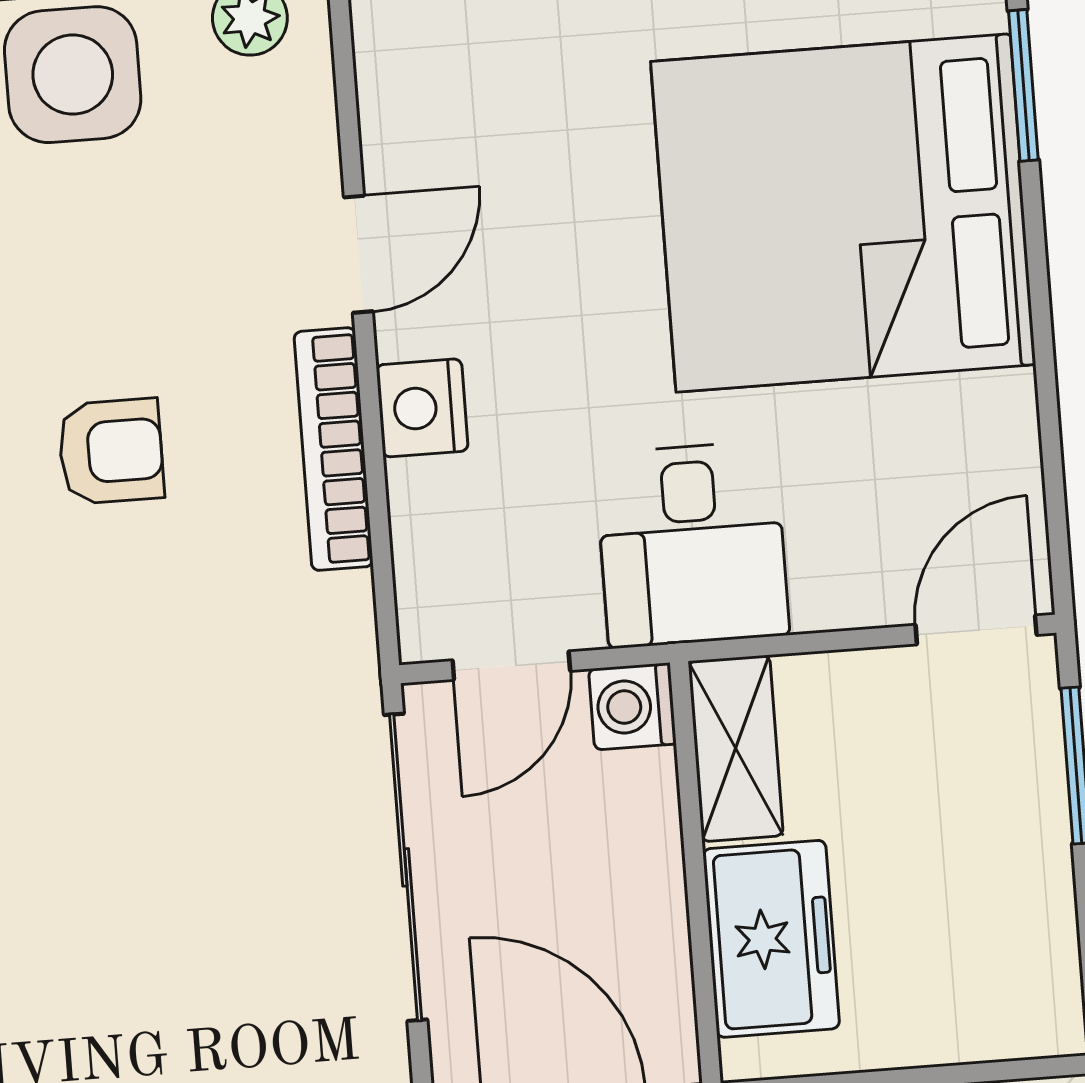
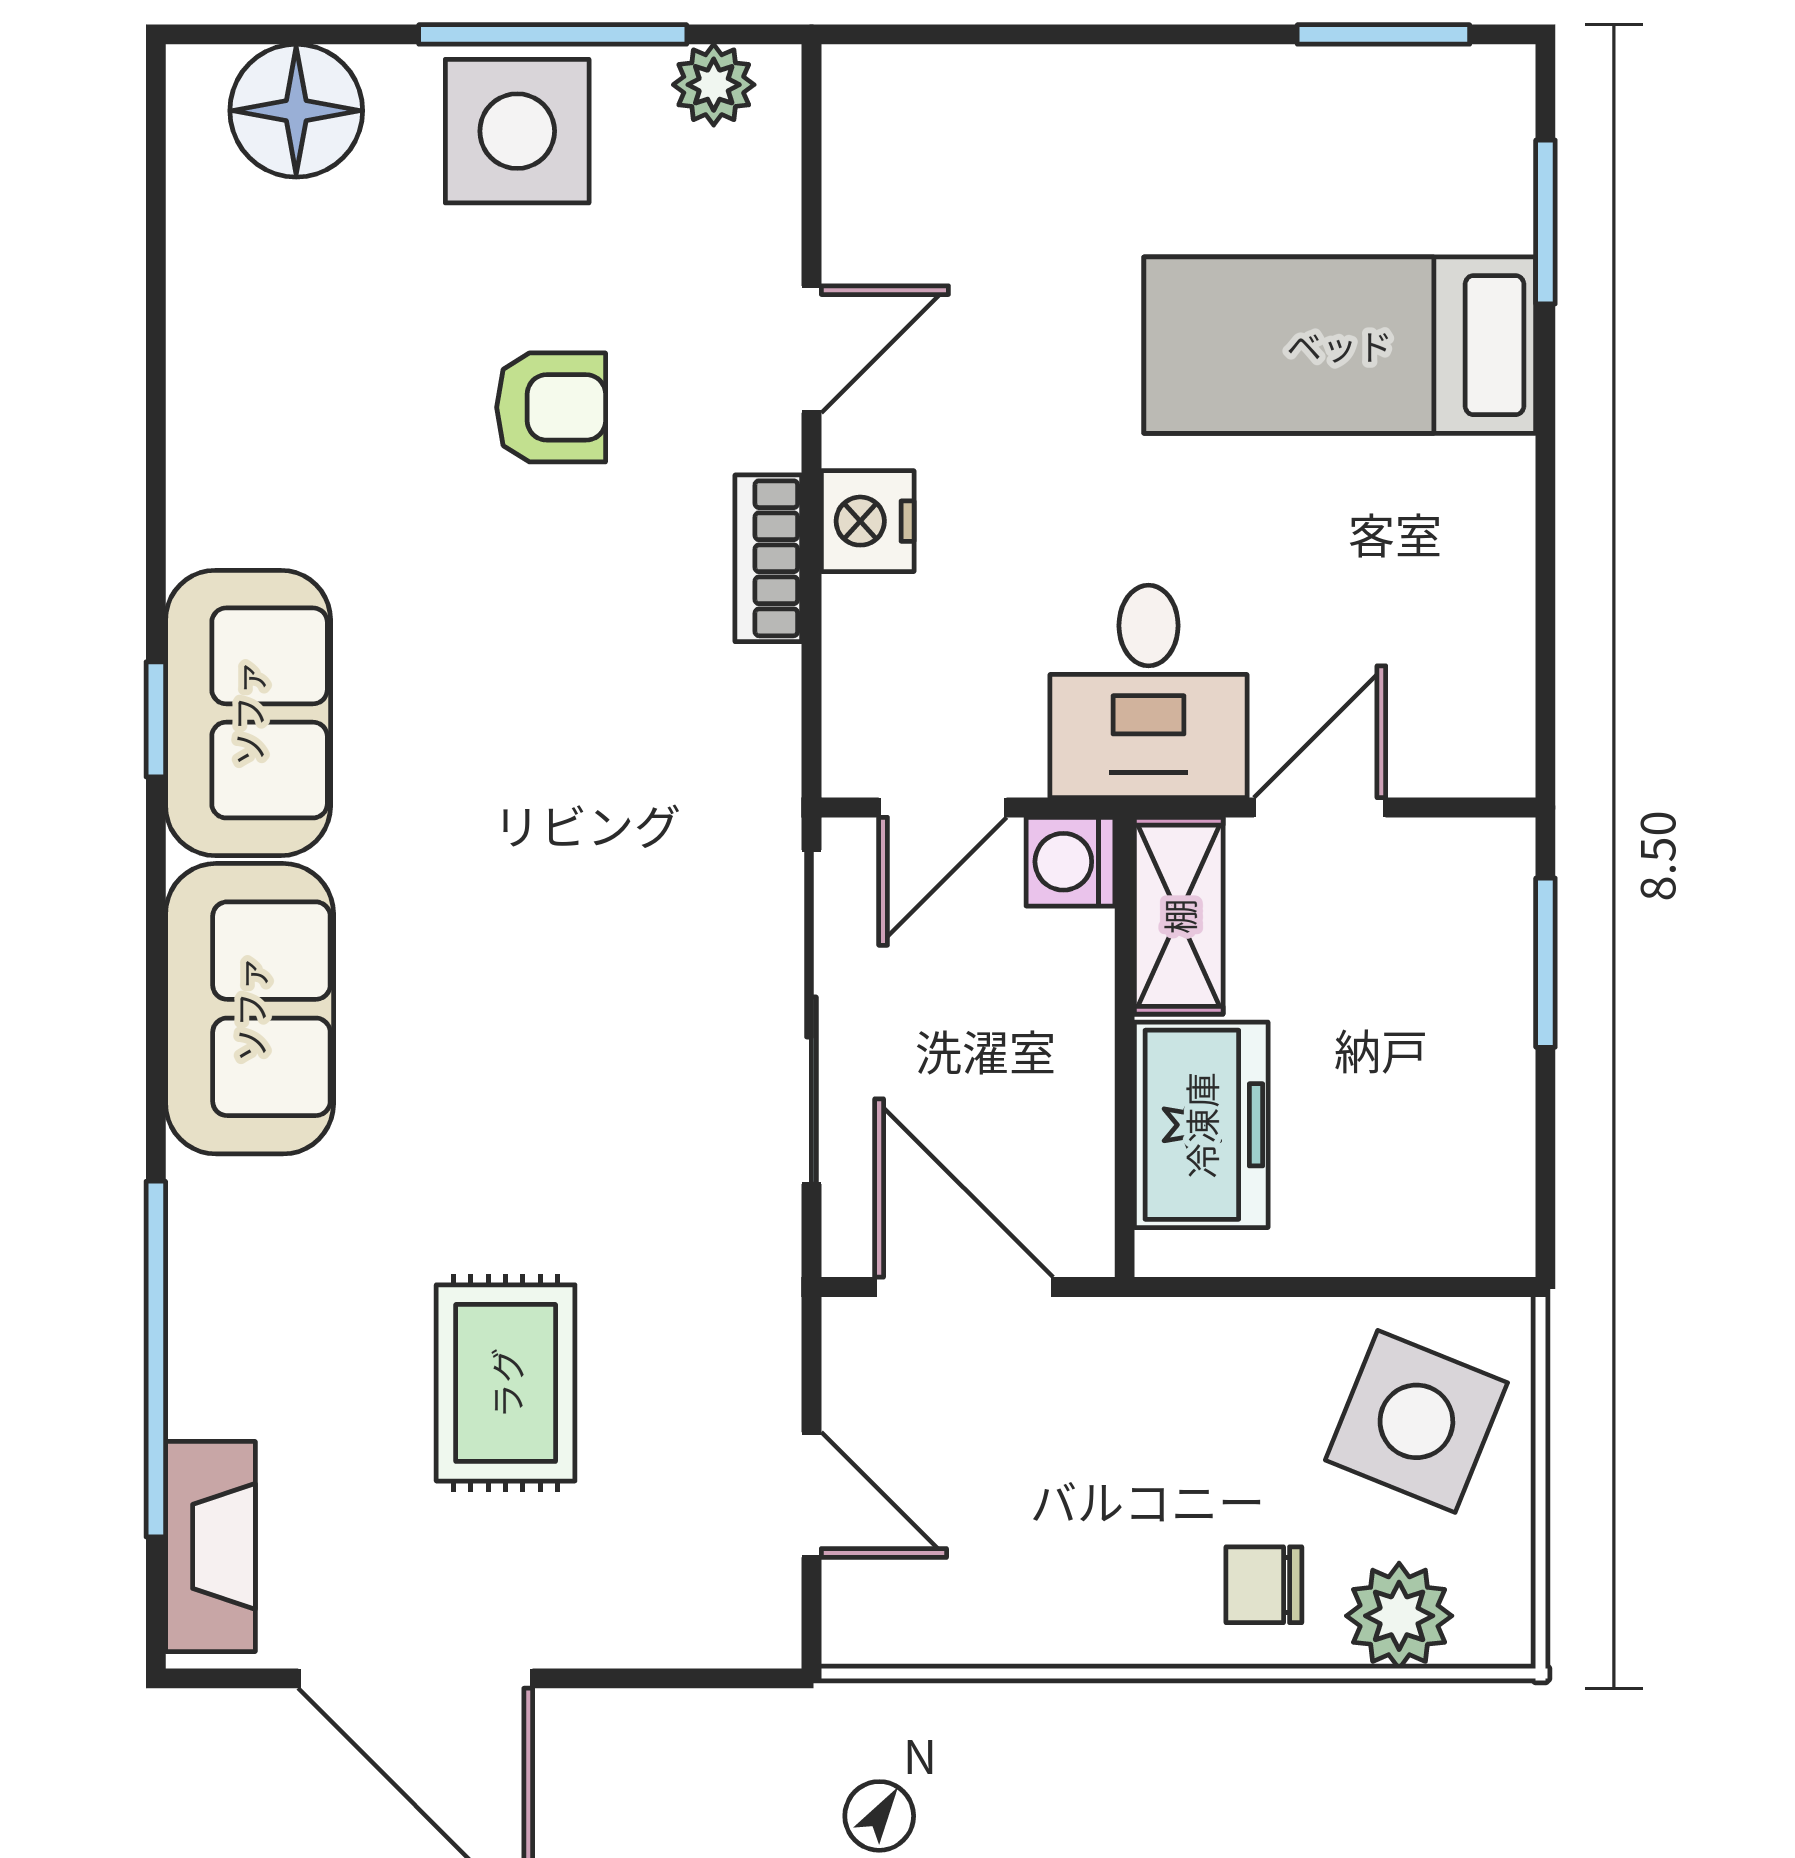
bed: (843, 213) -> (1340, 345), width x0.49
bookcase: (334, 449) -> (768, 558), width x0.64
armchair: (111, 451) -> (551, 407), moved
door: (976, 630) -> (1320, 808), moved

